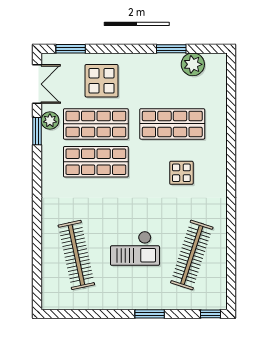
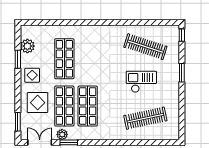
display table: (181, 173) -> (32, 75), moved
checkout: (135, 248) -> (141, 82), turned -90

